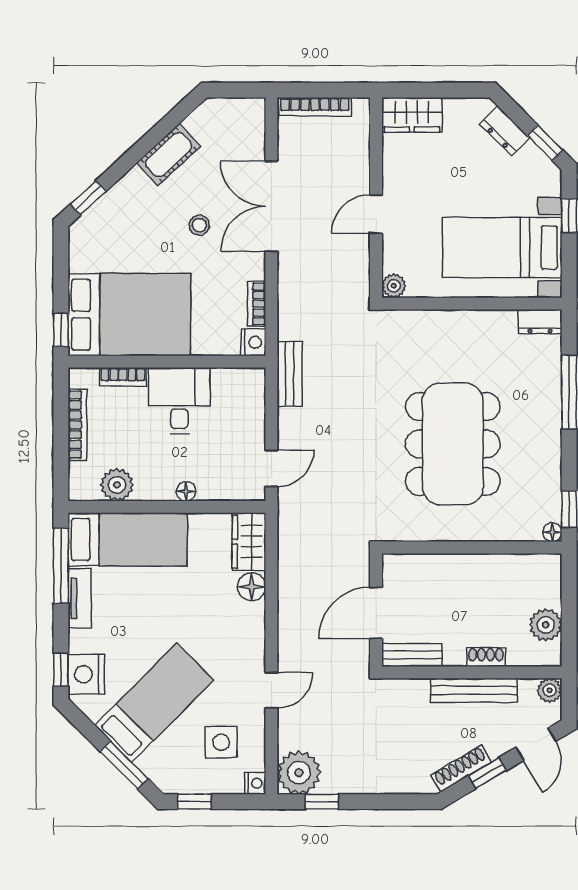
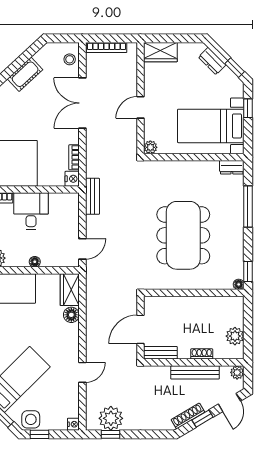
stool: (199, 225) -> (70, 59), moved
side table: (221, 742) -> (31, 419), moved
plant: (299, 773) -> (111, 418), moved

